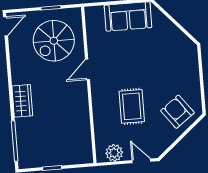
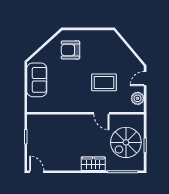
spiral stairs: (54, 41) -> (126, 142), moved, turned 90
door: (88, 69) -> (101, 113), moved
armchair: (177, 112) -> (70, 50), moved, turned 37

